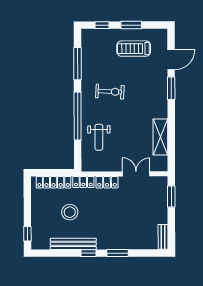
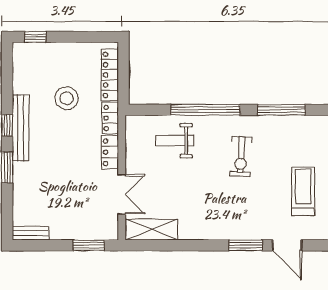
shelving: (160, 137) -> (151, 230), moved
bench: (73, 244) -> (21, 128), moved

